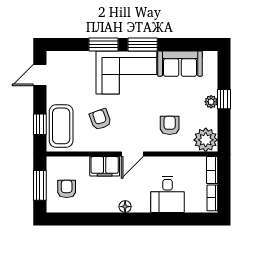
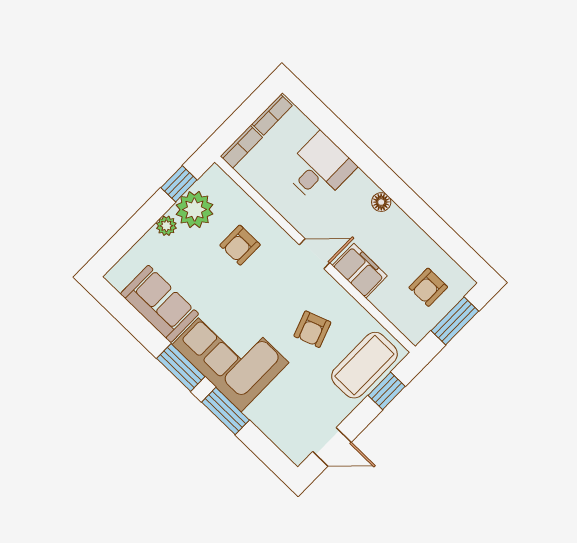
window: (224, 99) -> (179, 184), moved
plant: (206, 140) -> (194, 210), moved

